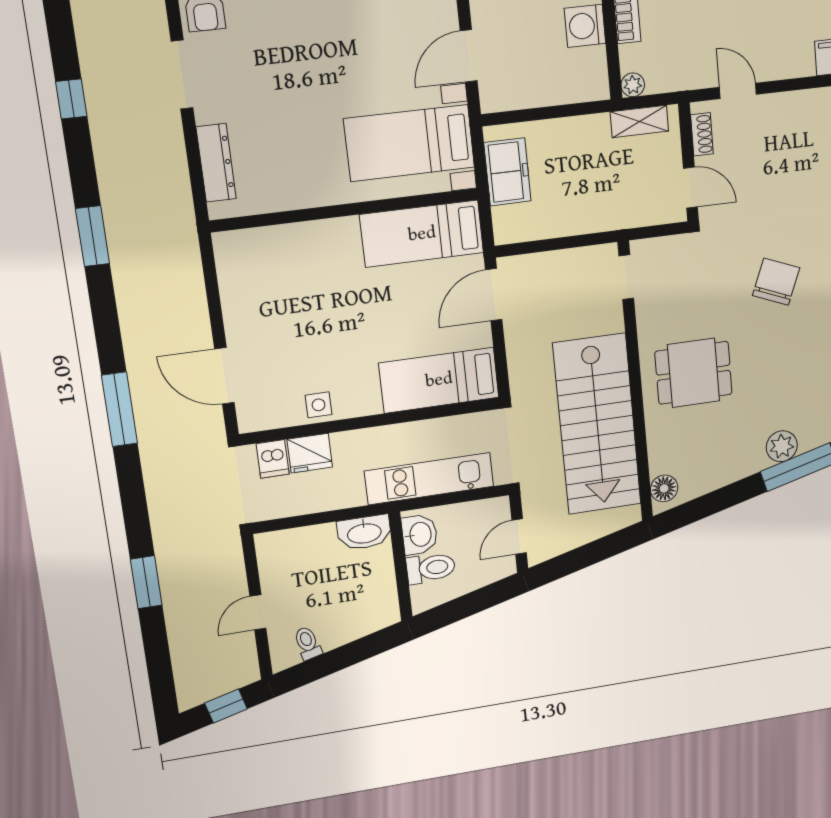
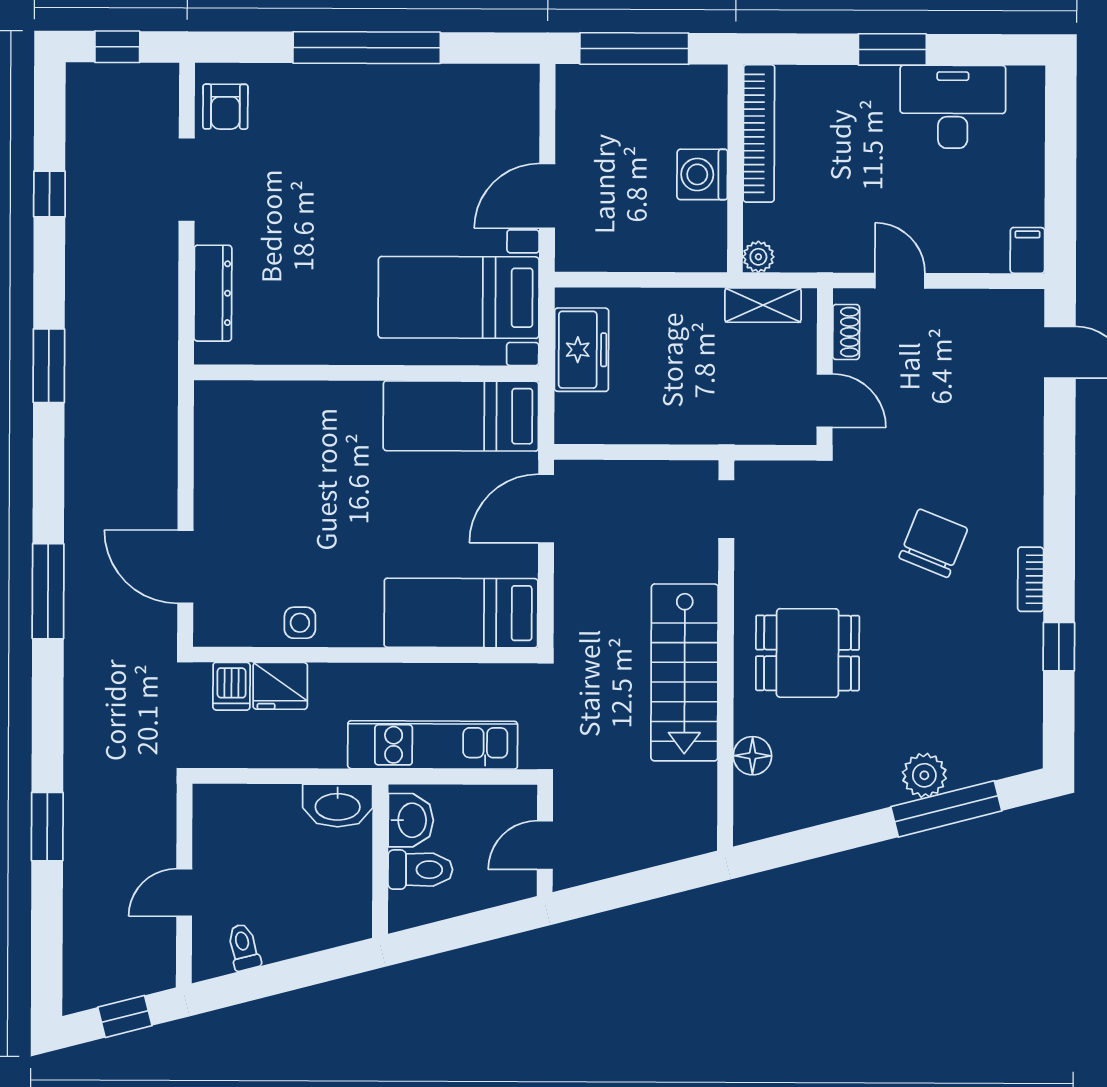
stairs: (597, 424) -> (685, 672), width x0.73, depth x0.66
floor lamp: (664, 488) -> (752, 756), moved

